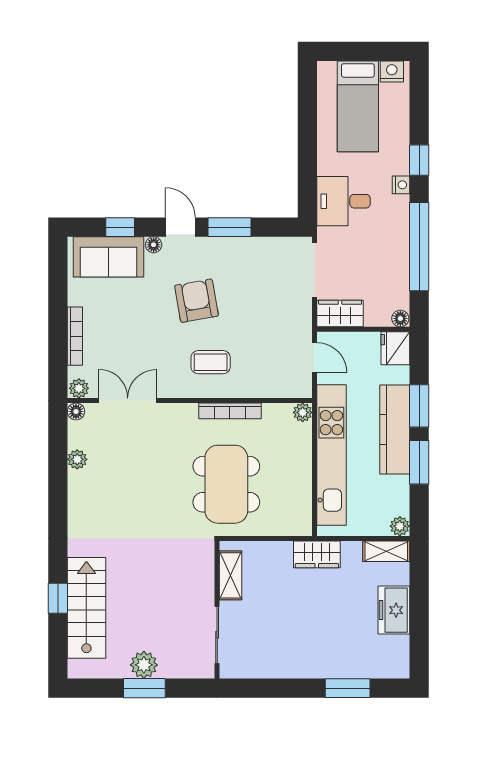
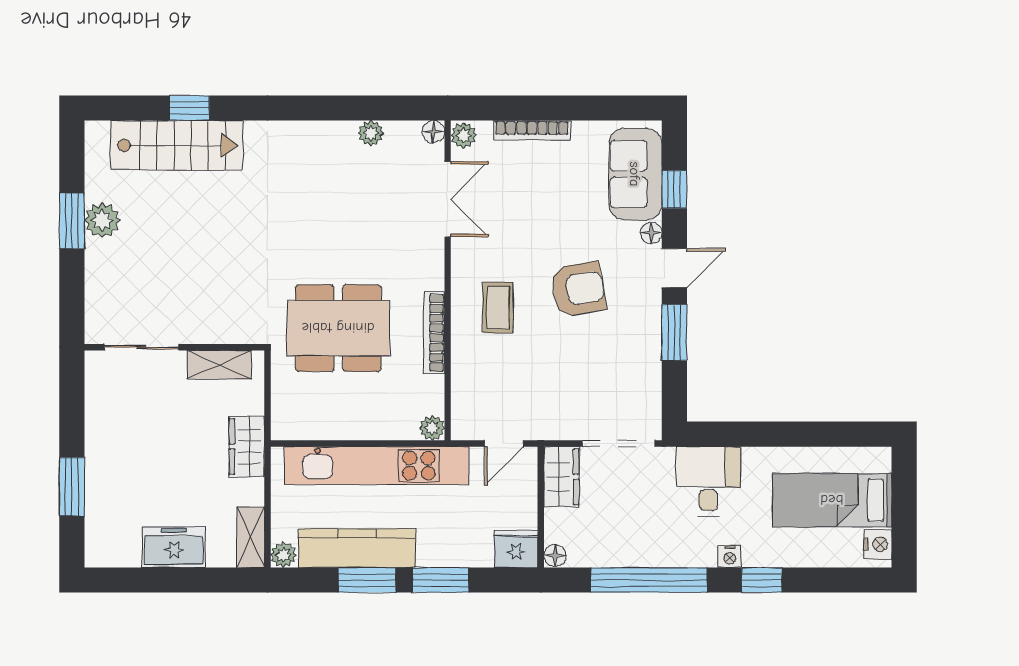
kitchen counter: (395, 430) -> (357, 548), moved
shelving: (231, 575) -> (219, 365), moved
wall: (217, 610) -> (174, 347), moved
sliding door: (217, 635) -> (141, 347), moved

